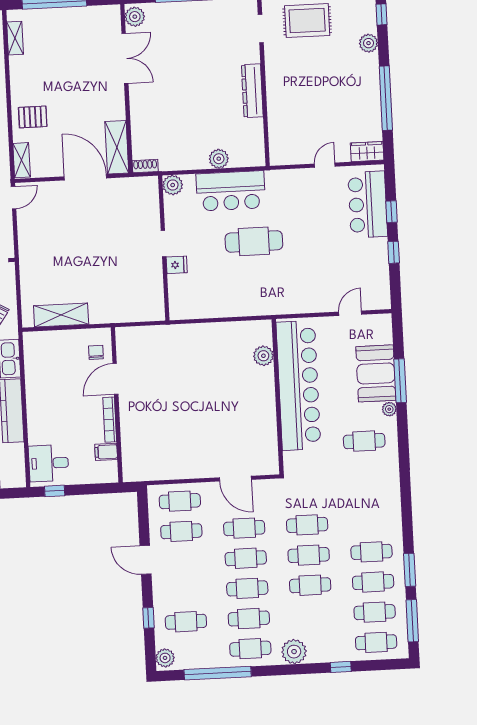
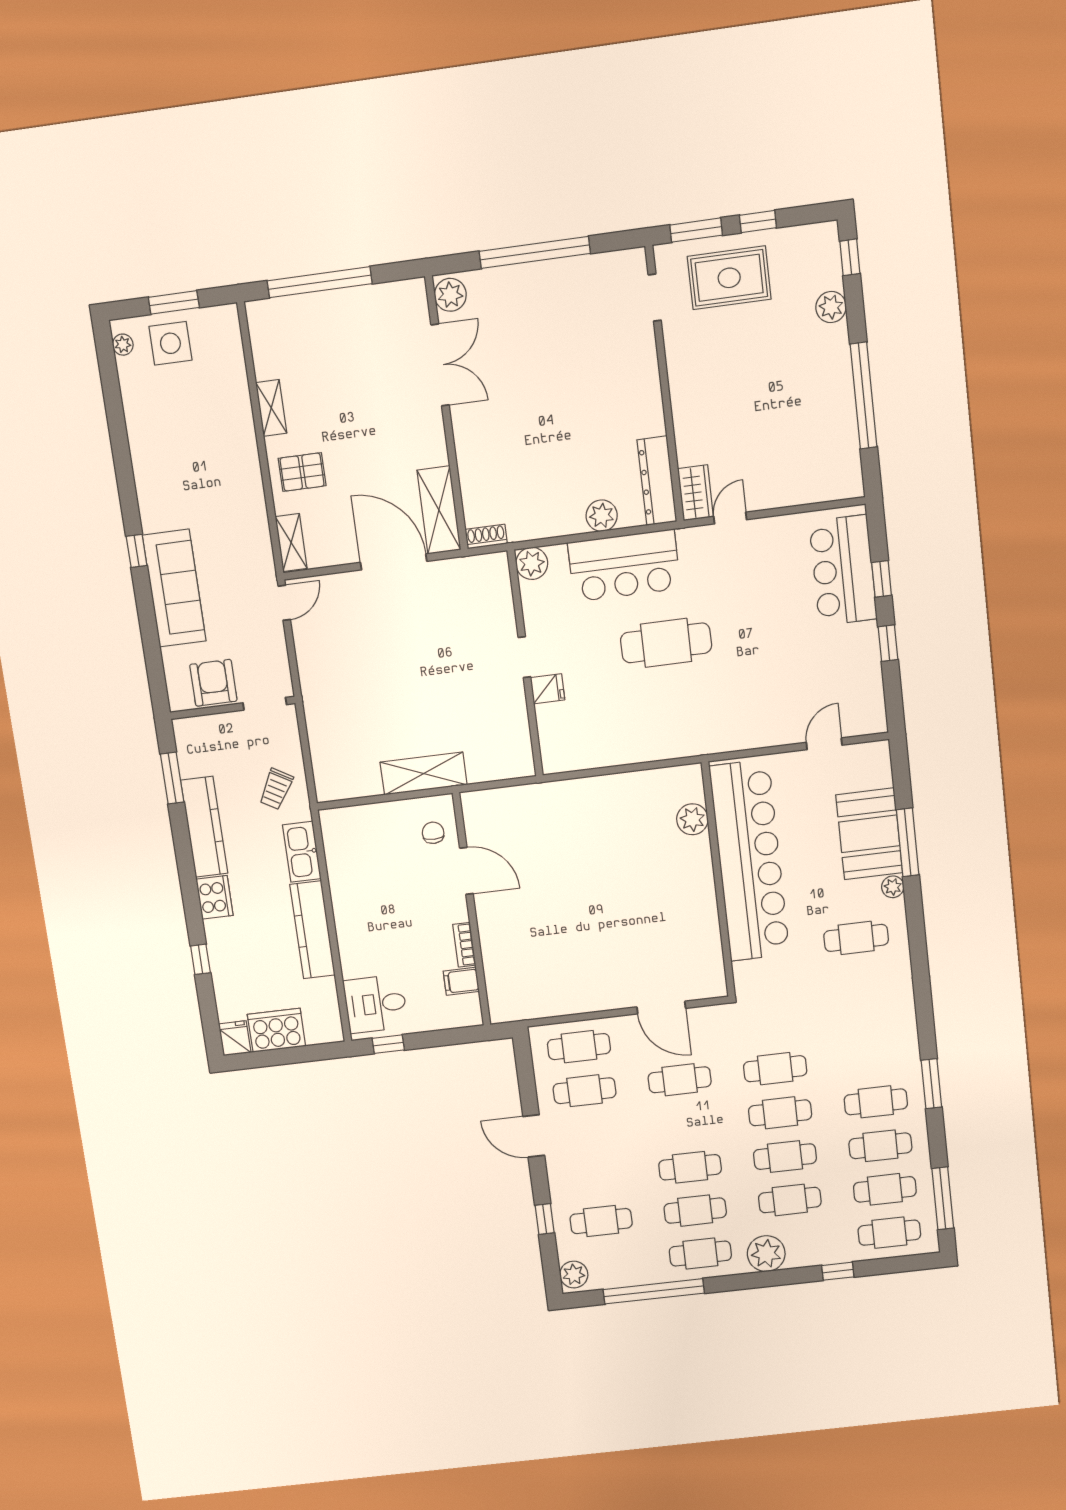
shelving: (15, 38) -> (271, 408), moved
dresser: (252, 91) -> (657, 481), moved
wardrobe: (367, 152) -> (695, 493), moved, turned 90
door: (325, 165) -> (730, 518), moved
shelving: (61, 315) -> (424, 773), moved
door: (115, 379) -> (466, 871), swing flipped
bookcase: (110, 420) -> (464, 945), width x0.64
cafe table: (246, 558) -> (790, 1200), moved
window: (410, 570) -> (931, 1084), moved

